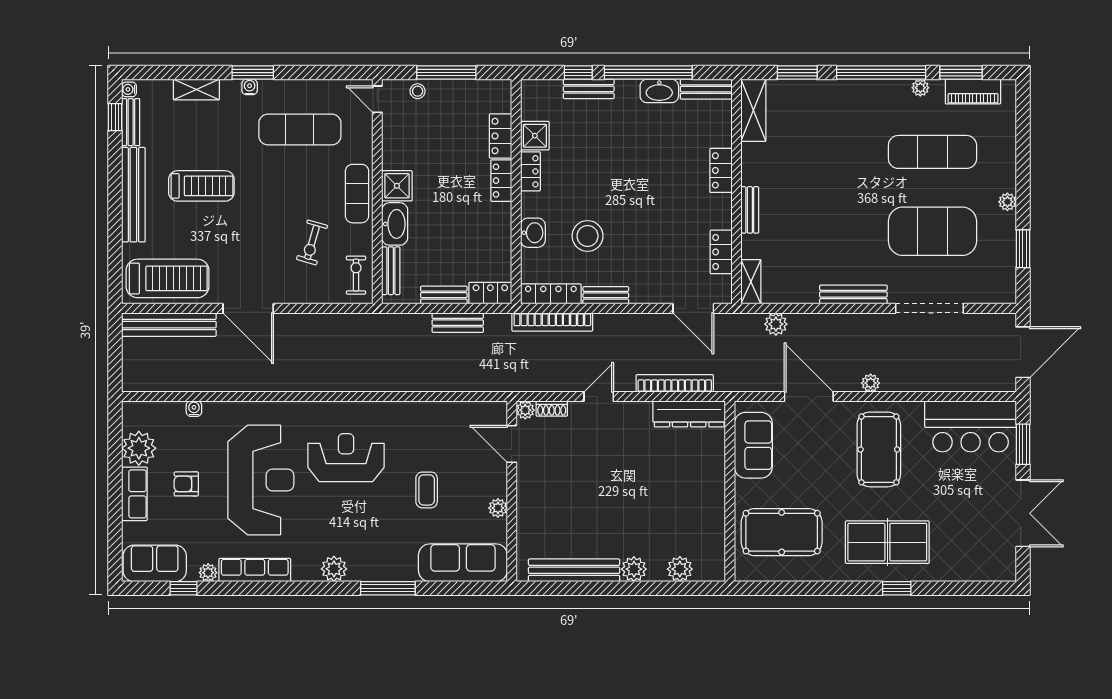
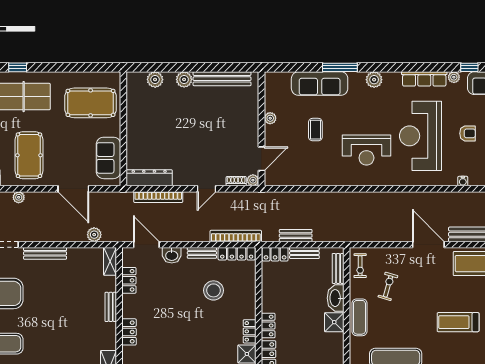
washbasin: (533, 233) -> (172, 255), moved, turned -90
plant: (871, 383) -> (19, 197), moved
door: (512, 444) -> (261, 159), hinge flipped
sofa: (463, 563) -> (320, 83), moved

